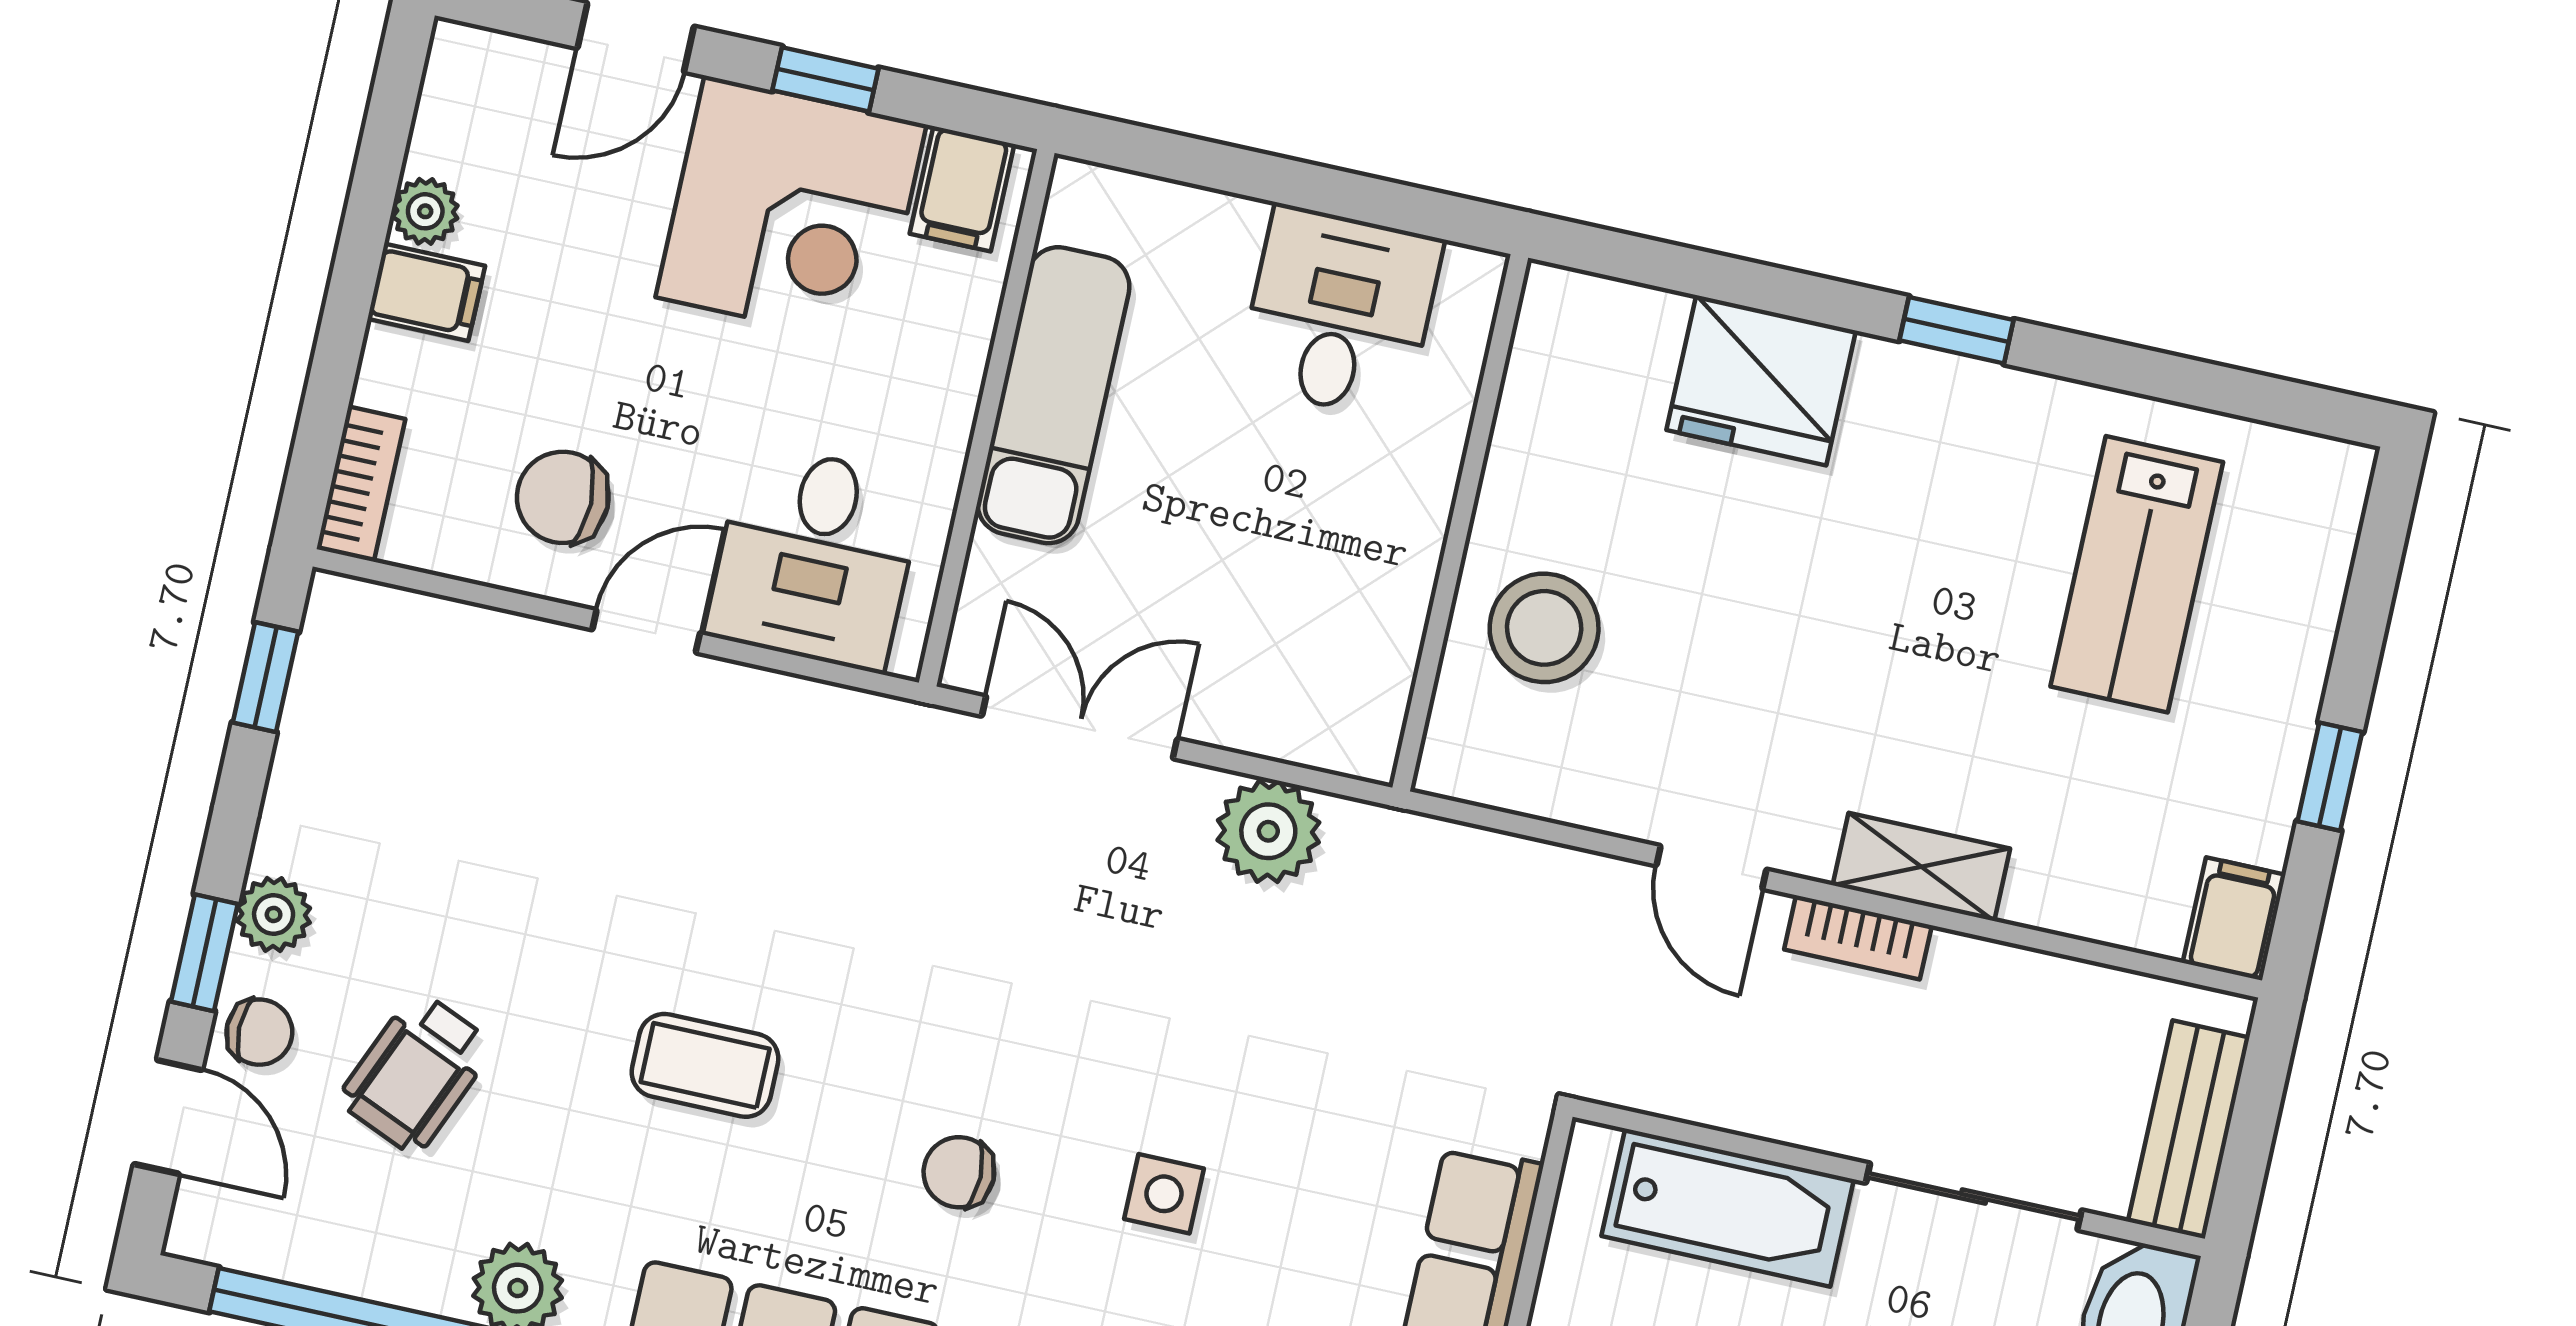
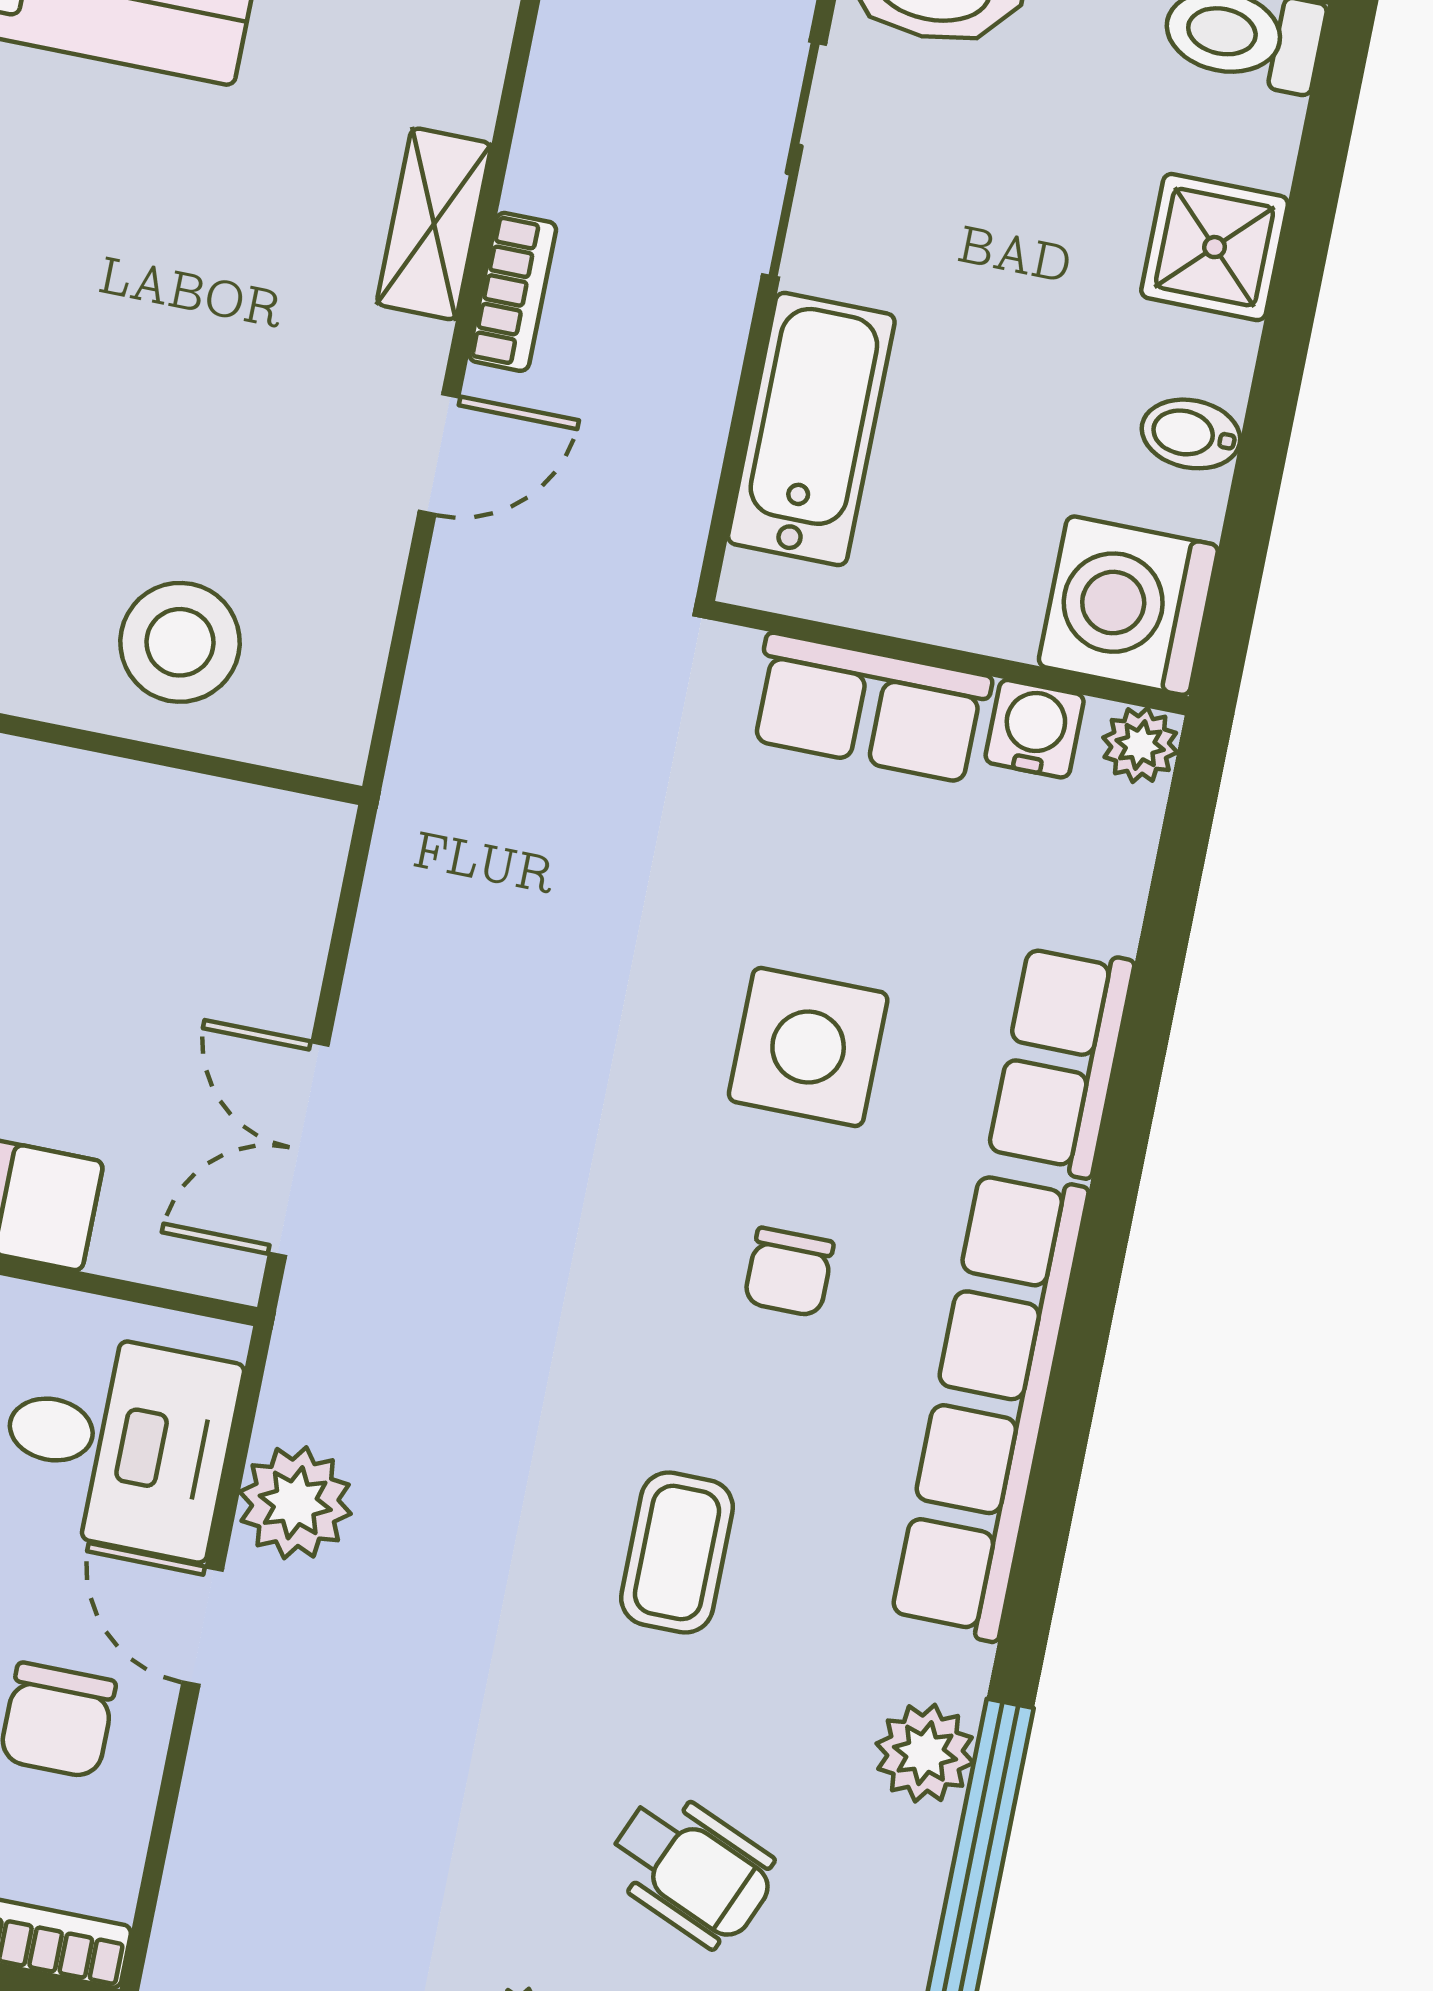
plant: (1268, 831) -> (295, 1503), moved
side table: (1164, 1194) -> (808, 1047), width x1.87, depth x1.87

